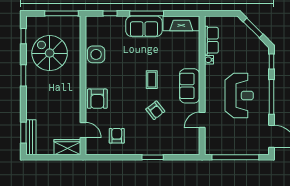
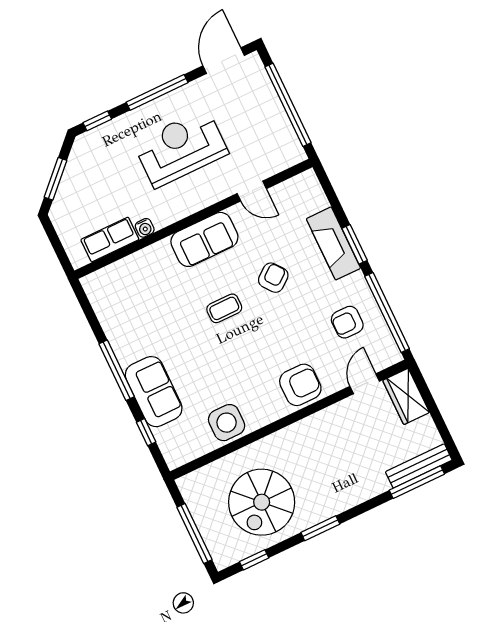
window: (61, 13) -> (194, 533), moved
fireplace: (181, 23) -> (333, 243), moved, turned 180
sofa: (144, 26) -> (154, 392), moved
window: (23, 133) -> (417, 482), width x1.44
window: (112, 157) -> (387, 313), added

